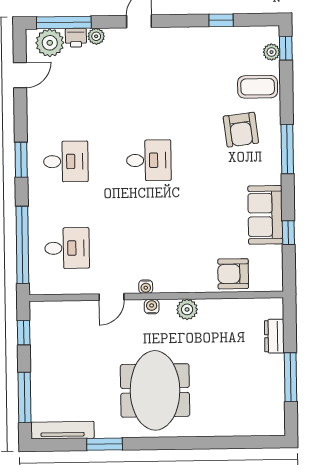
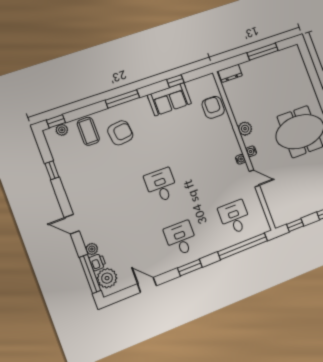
door: (20, 75) -> (147, 285), moved
armchair: (233, 274) -> (213, 107), turned 180
dresser: (274, 336) -> (230, 73), moved

